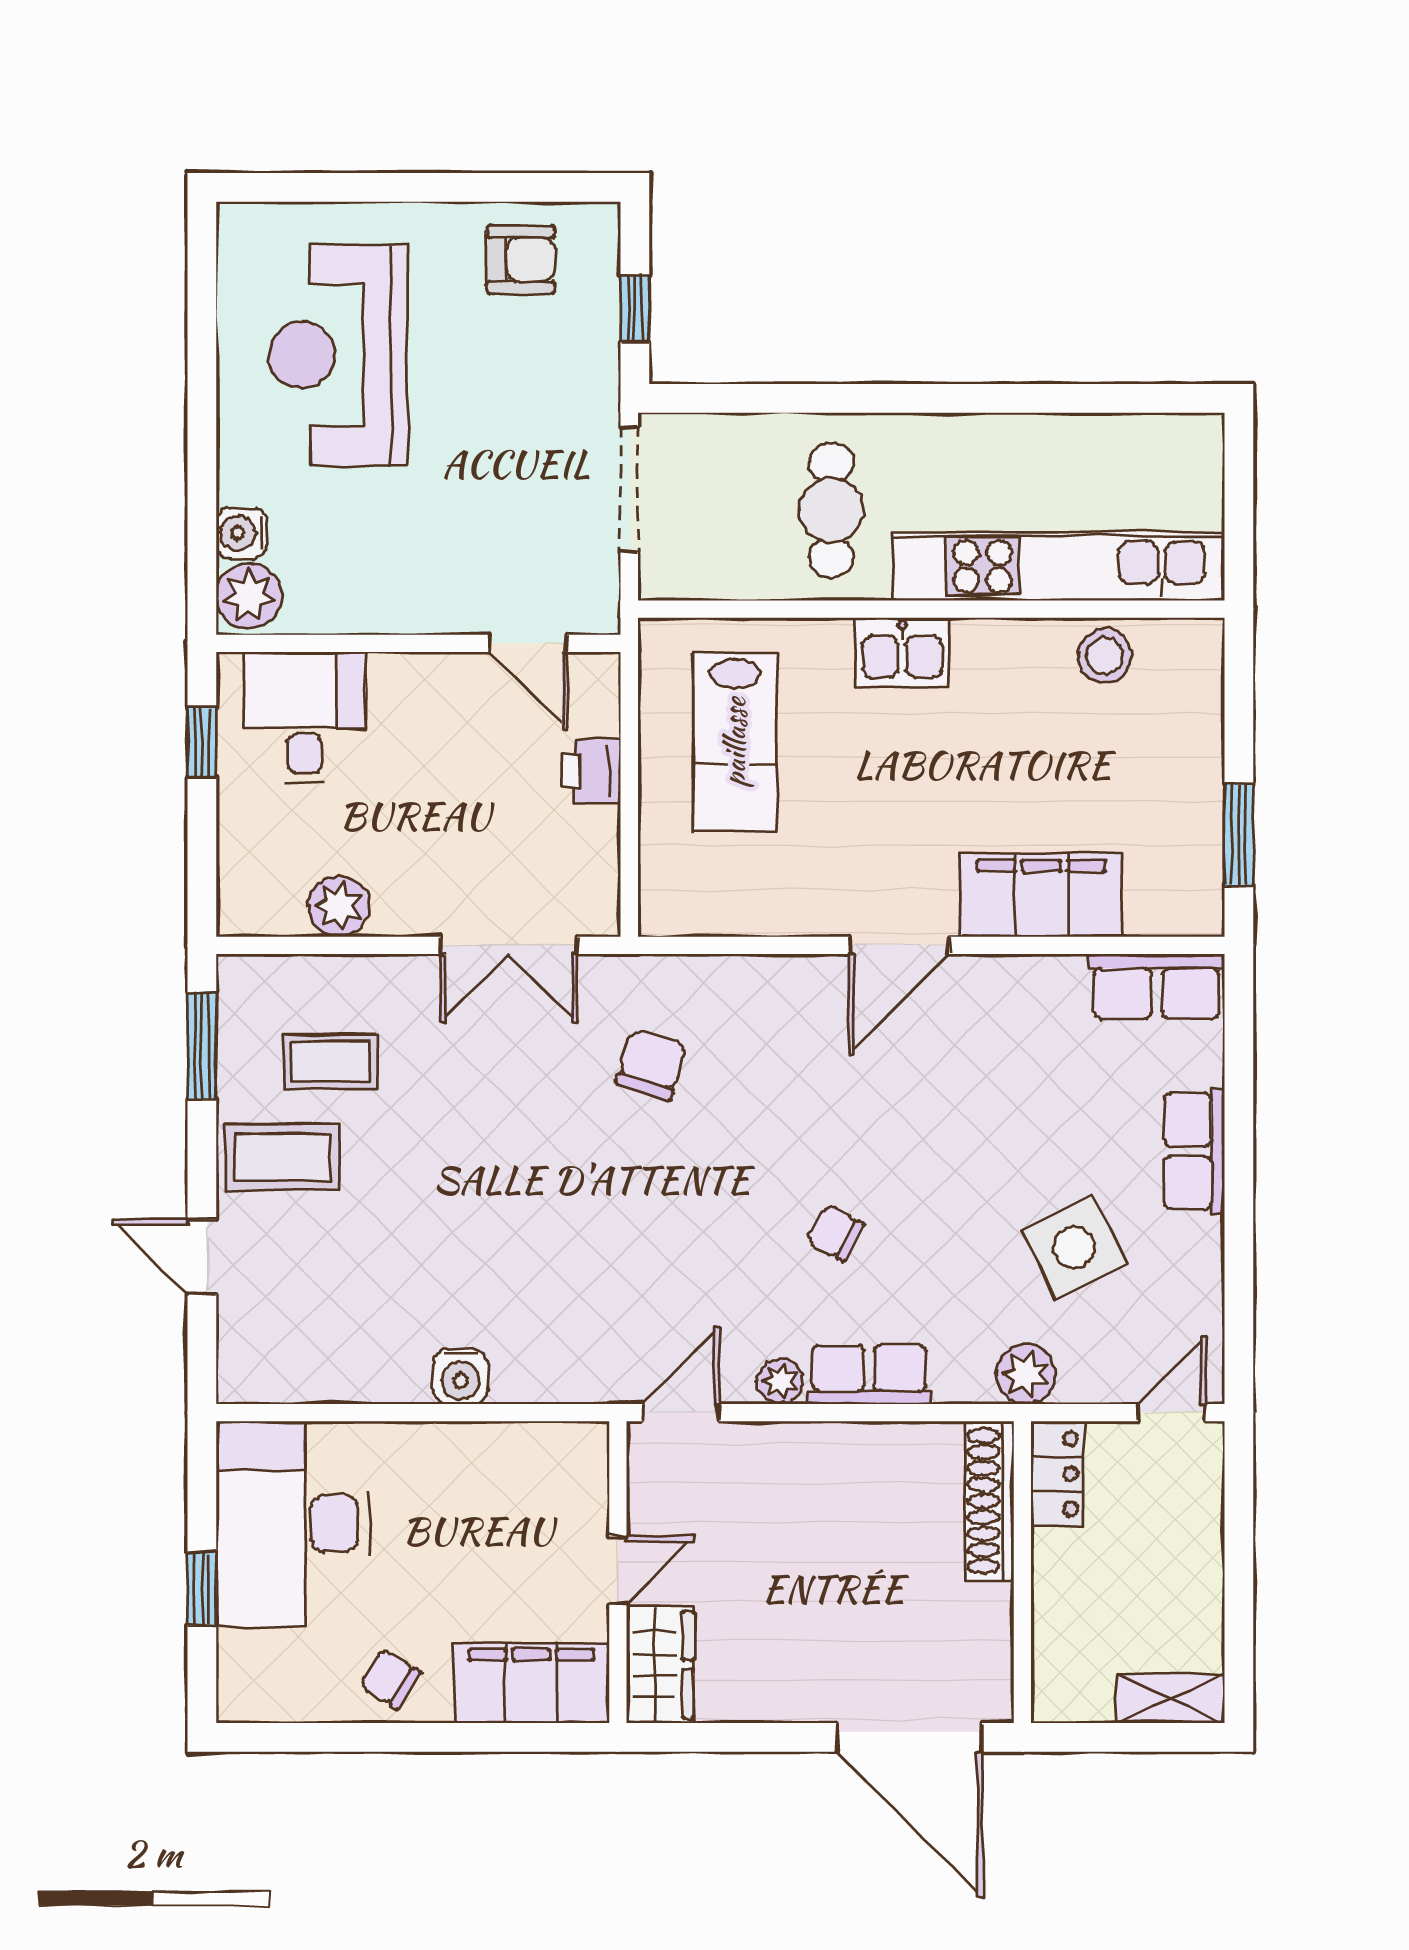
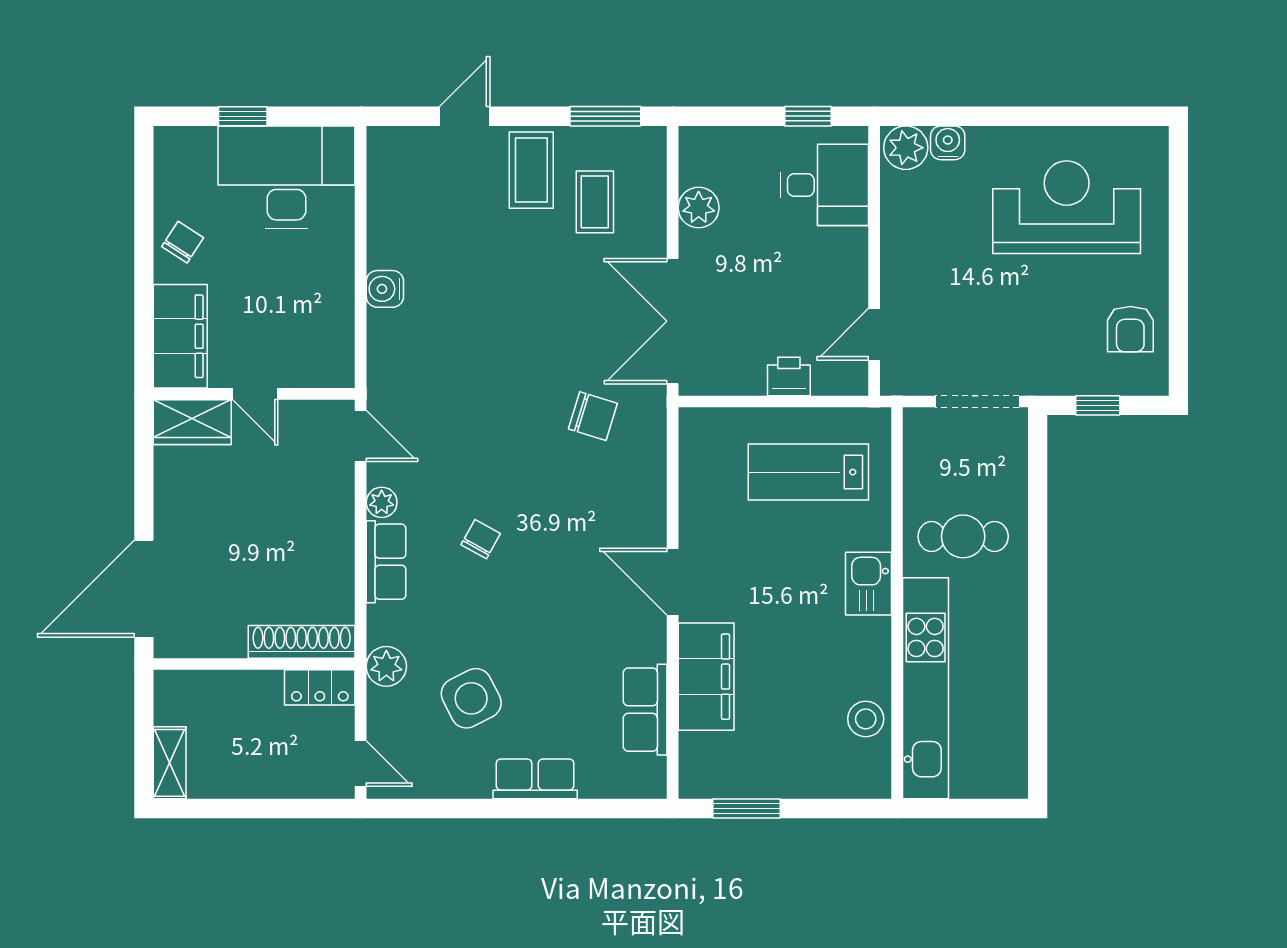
double door: (509, 945) -> (673, 321), width x1.37
row of seats: (1157, 986) -> (645, 710), moved

